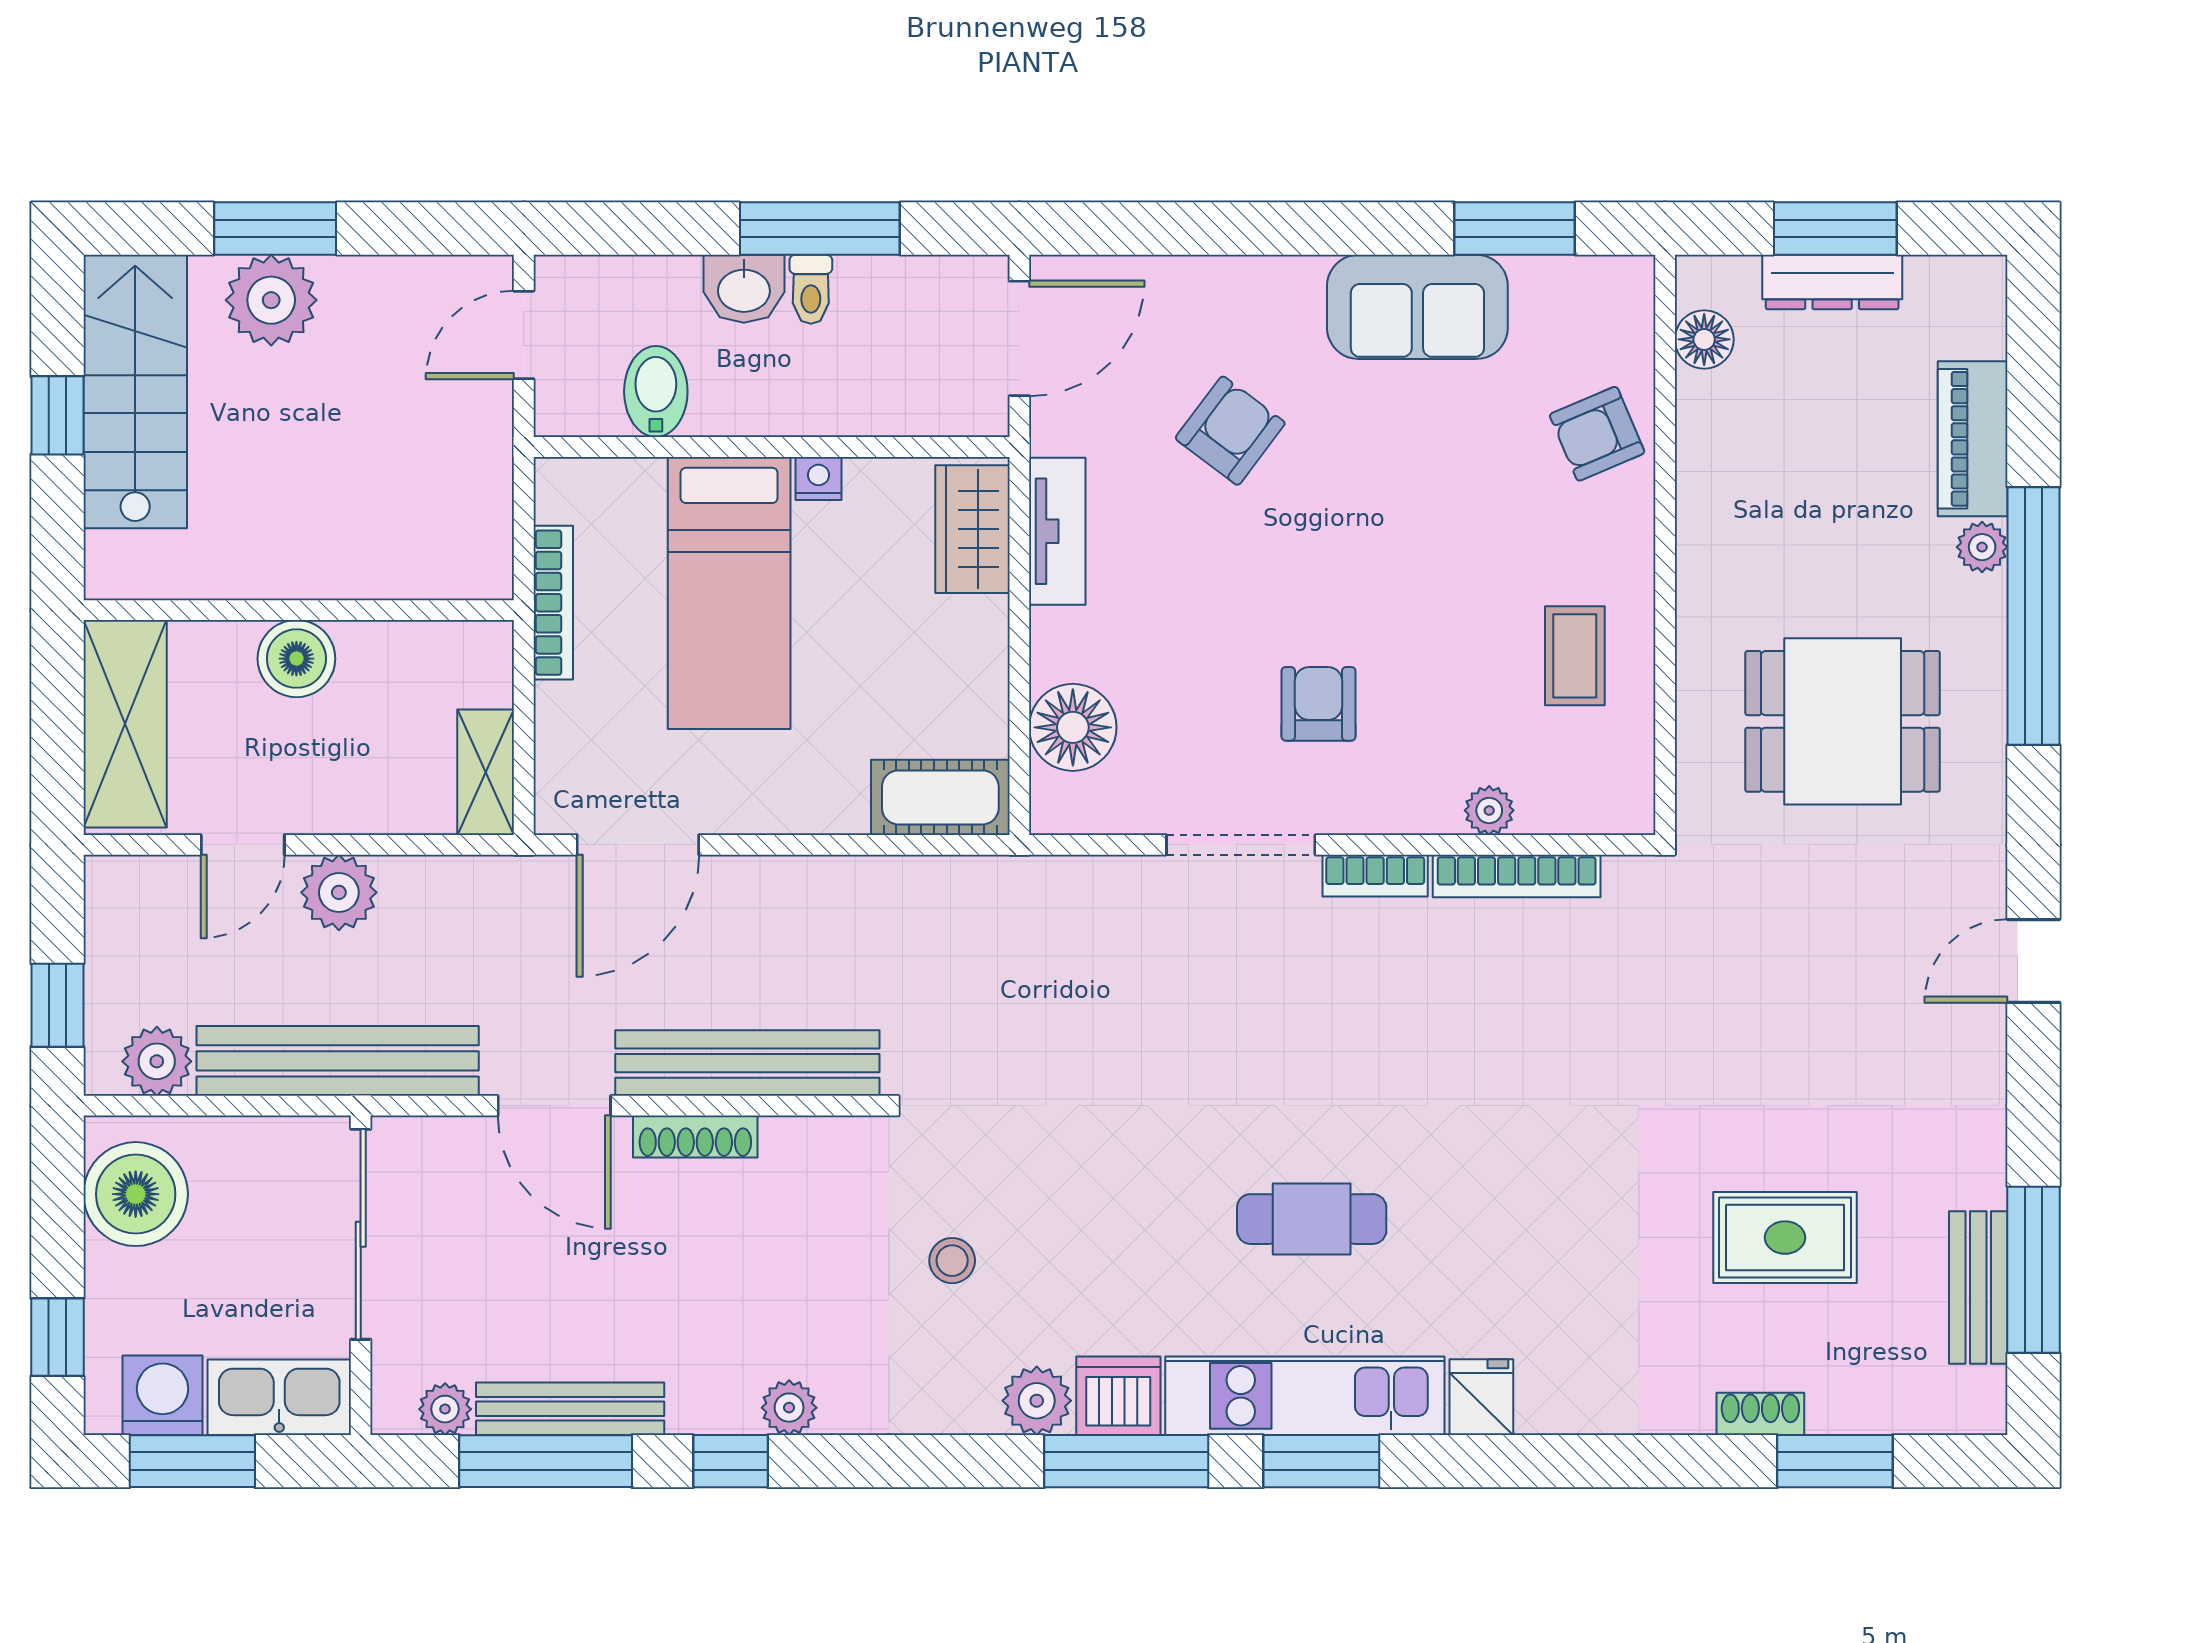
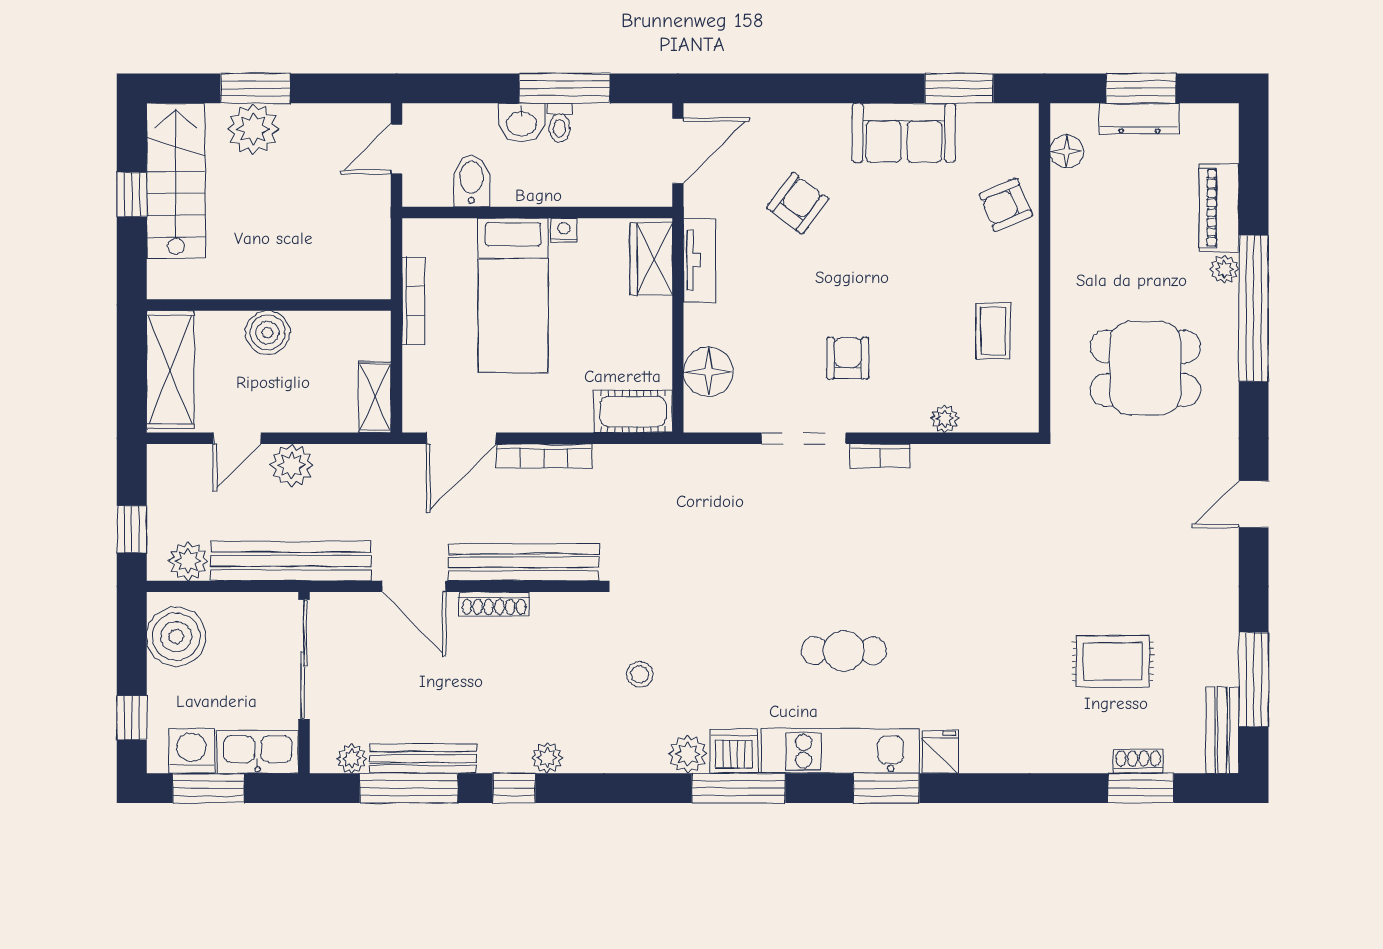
bookcase: (1517, 876) -> (544, 456), moved
bench: (1978, 1287) -> (1222, 730), moved
shoe rack: (1760, 1414) -> (1138, 761), moved
window: (1321, 1461) -> (886, 788), moved

